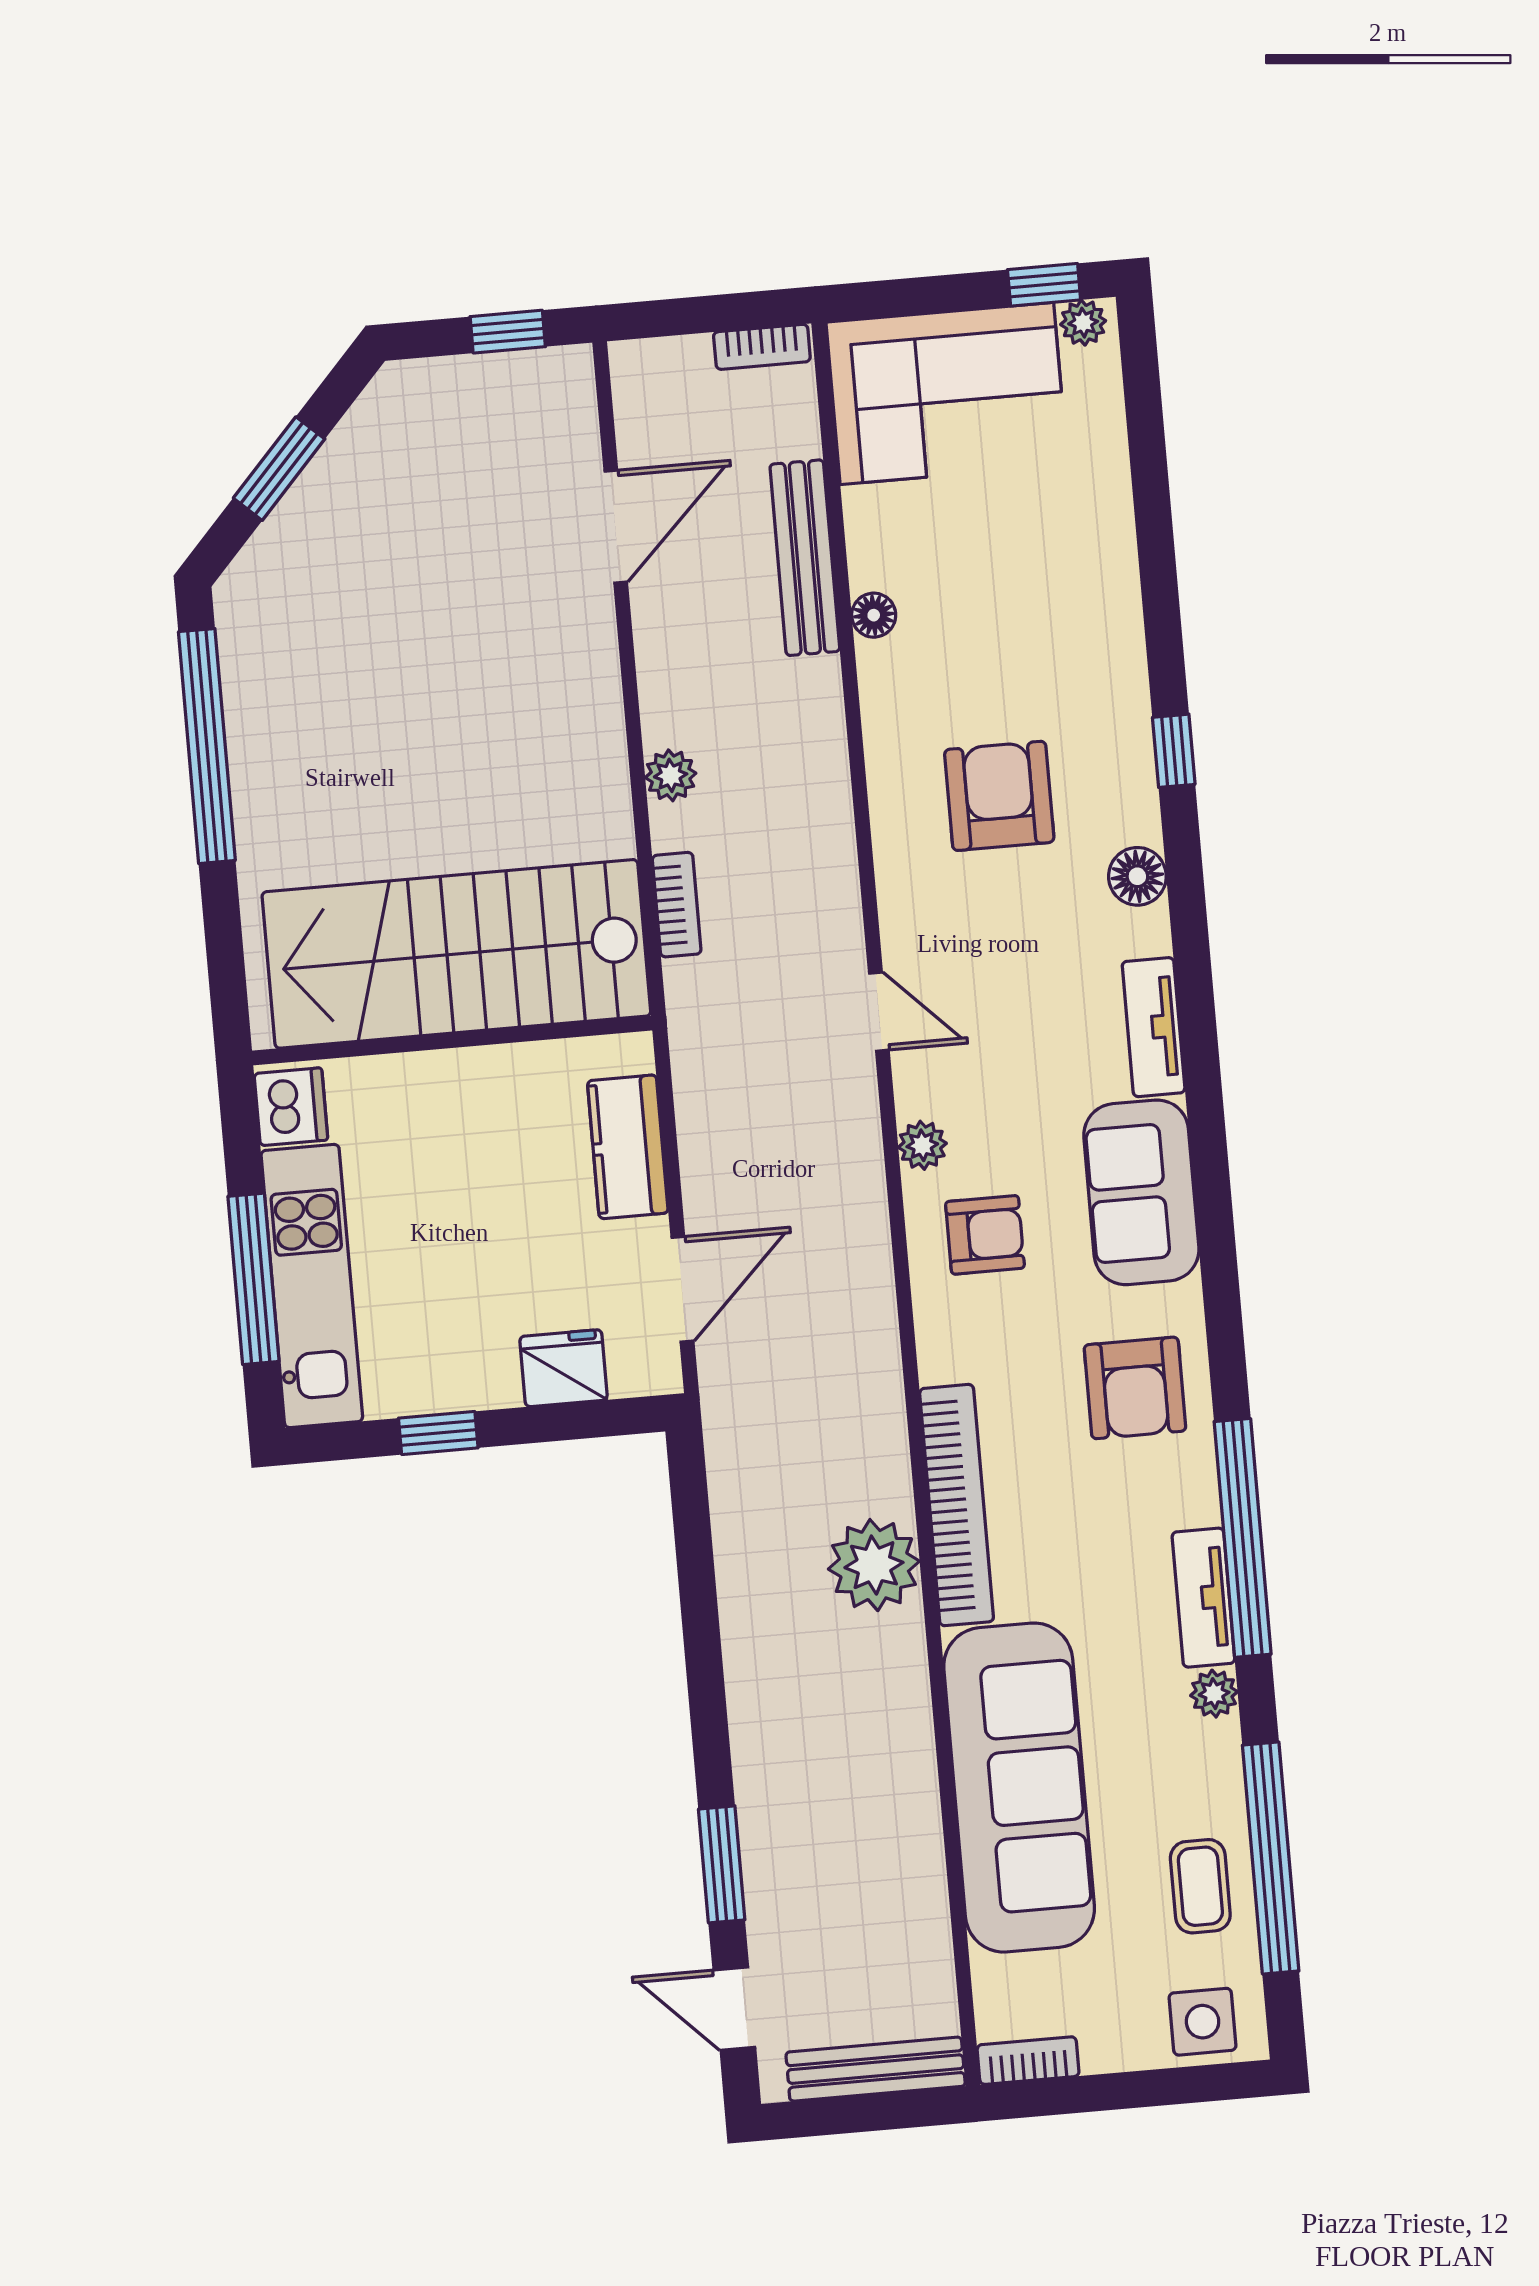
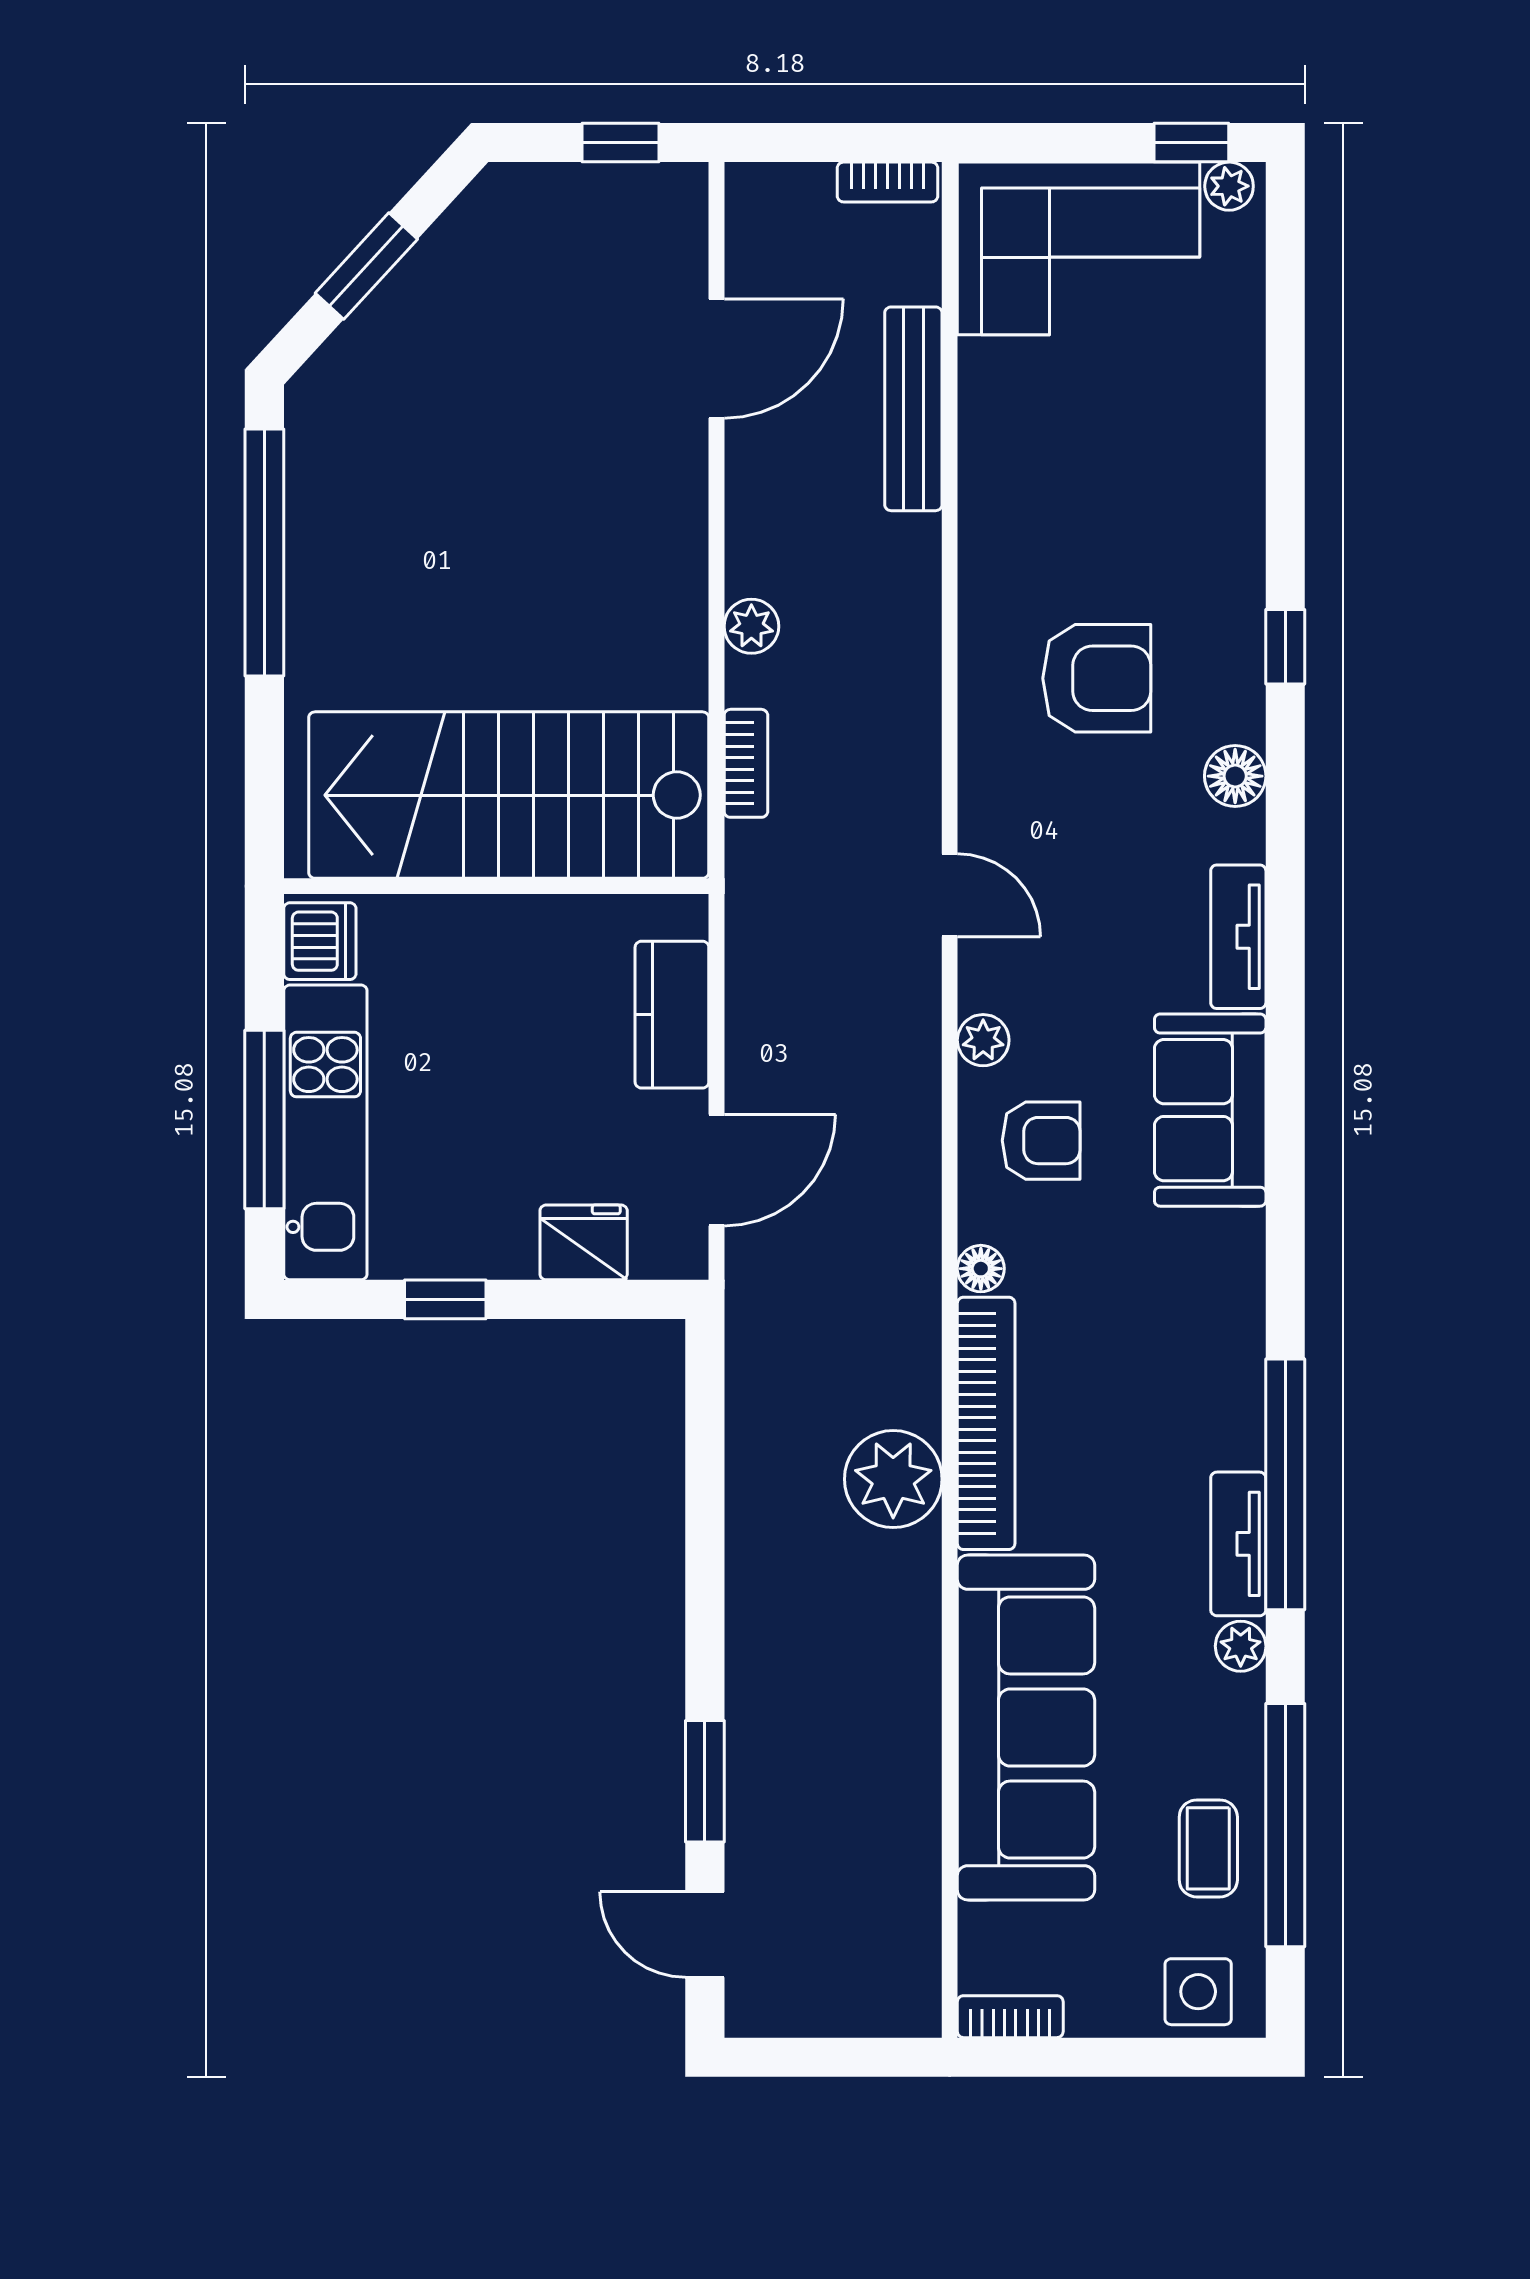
floor lamp: (874, 615) -> (981, 1269), moved
armchair: (999, 796) -> (1097, 678), turned 90
armchair: (1135, 1388) -> (1185, 1316), removed
bench: (876, 2069) -> (848, 2012), removed

